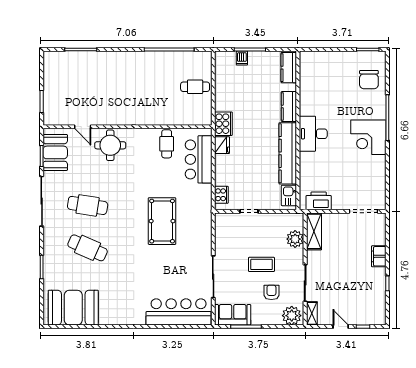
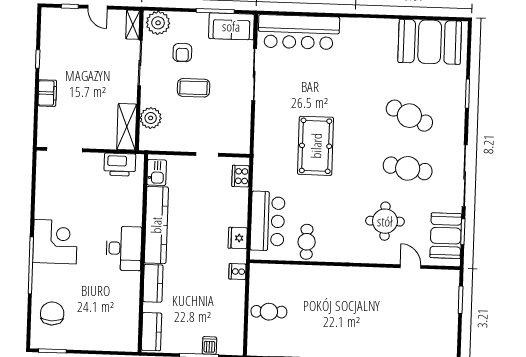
cooker: (223, 124) -> (237, 272), width x0.53, depth x0.76
round table: (110, 145) -> (385, 221), moved

